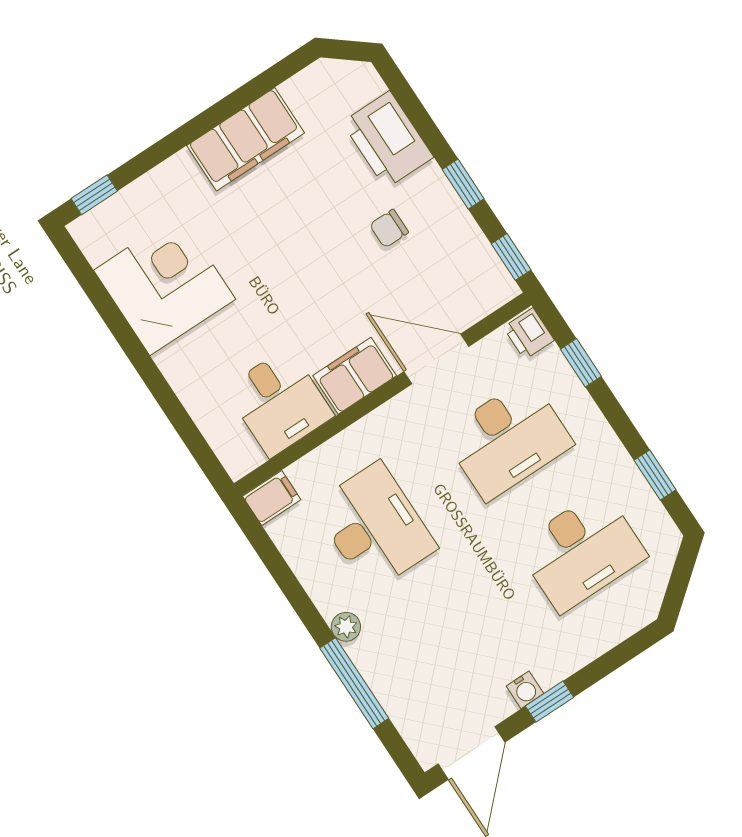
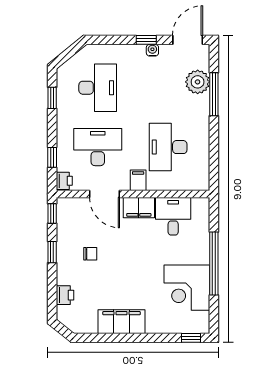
printer: (388, 140) -> (65, 295), width x0.53, depth x0.68
window: (144, 364) -> (214, 264), added
filing cabinet: (272, 498) -> (138, 180), moved, turned 90
desk: (581, 551) -> (98, 88), turned 90
plant: (346, 627) -> (198, 82), moved, width x1.87, depth x1.87

